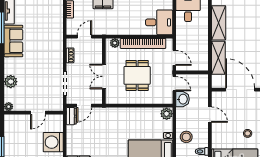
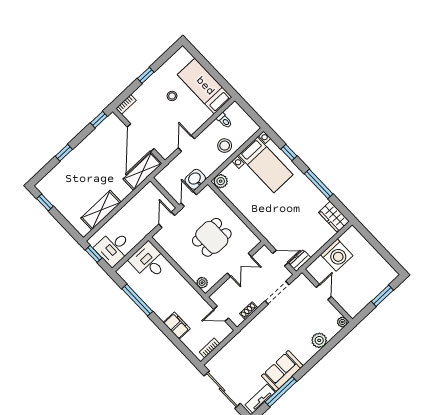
bookcase: (143, 43) -> (180, 258), removed
shelving: (218, 58) -> (142, 171), moved
door: (38, 113) -> (324, 292), hinge flipped

